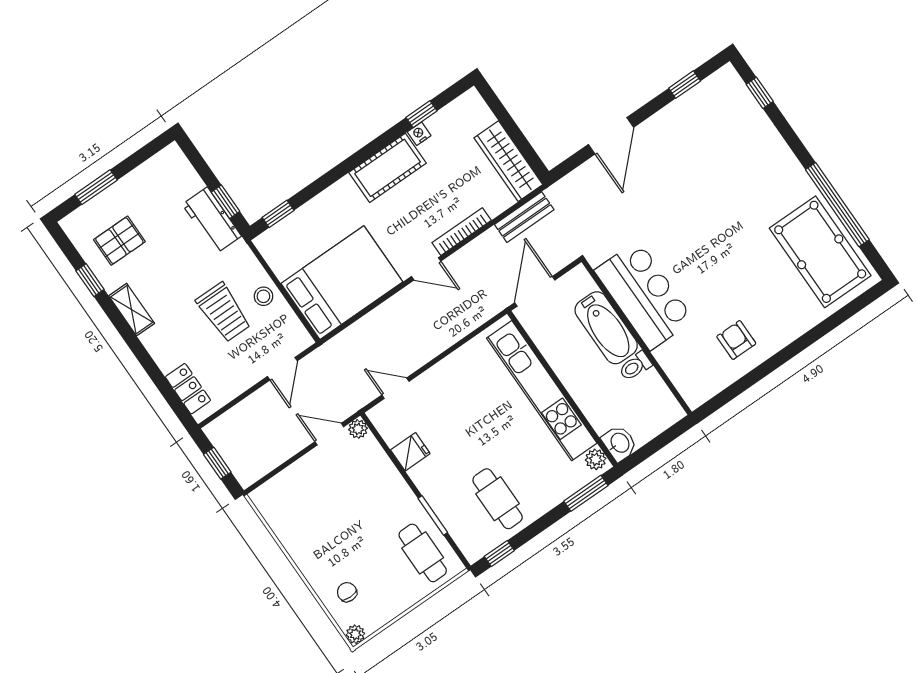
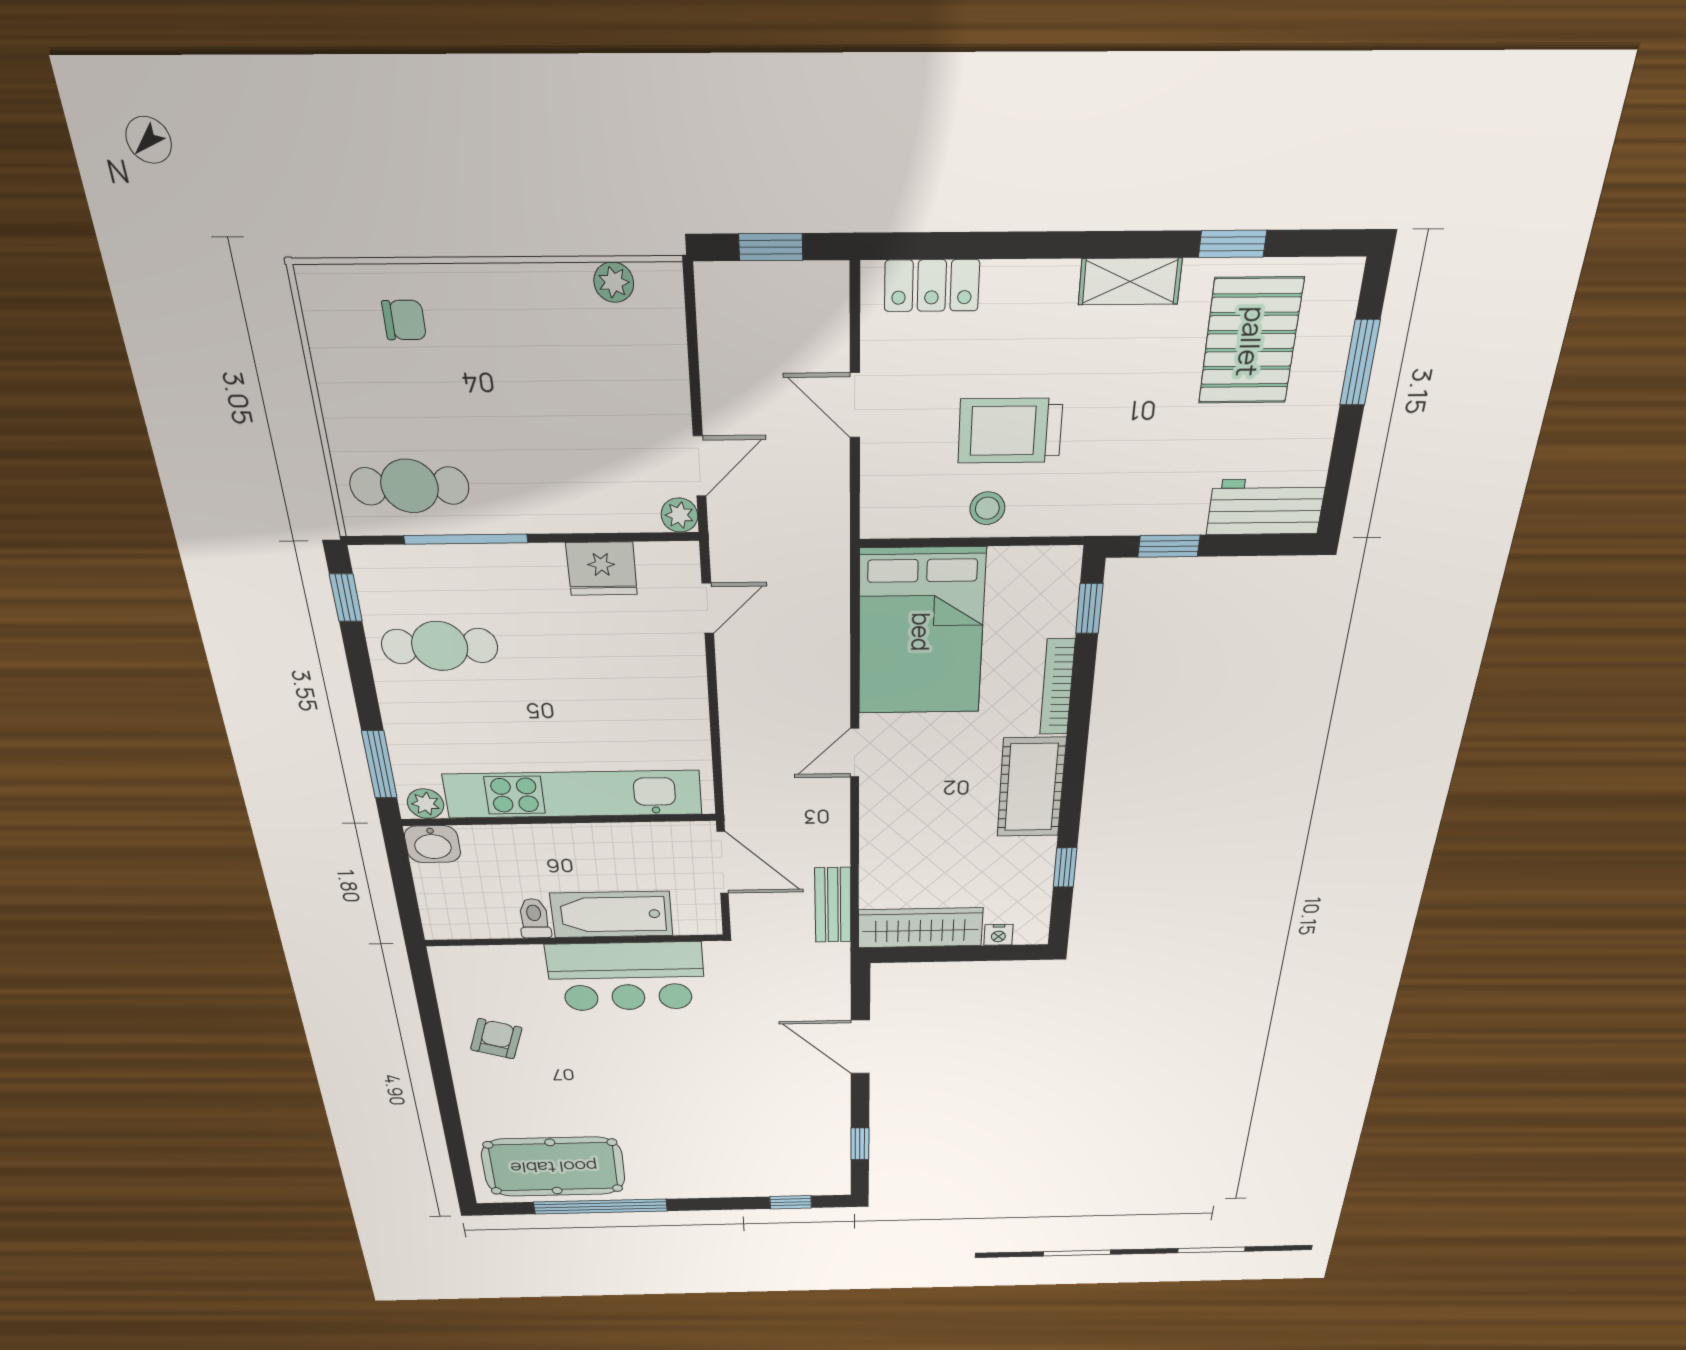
nightstand: (419, 134) -> (998, 935), moved, turned 90
workbench: (212, 220) -> (1266, 507), moved
bookcase: (462, 232) -> (1057, 687), moved, turned 180
pallet: (119, 241) -> (1251, 341), width x1.50, depth x1.42
armchair: (736, 340) -> (496, 1039), turned -72
door: (282, 369) -> (855, 405), moved
fridge: (410, 452) -> (602, 569), width x1.38
window: (433, 515) -> (466, 539), width x1.44
plant: (355, 634) -> (614, 282), moved

